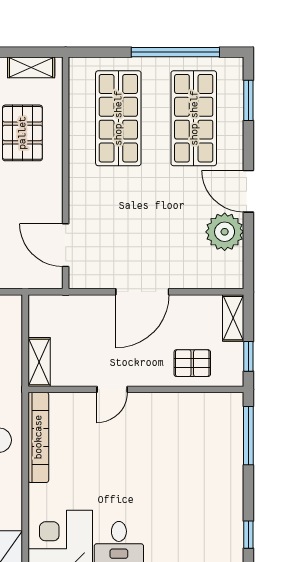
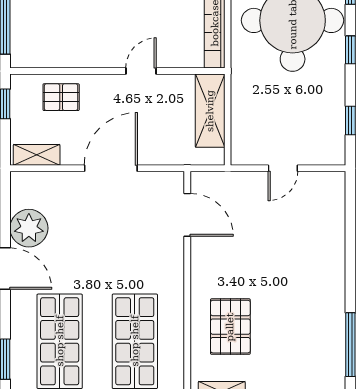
shelving: (233, 318) -> (37, 155), moved, turned 90
shelving: (39, 362) -> (210, 111), width x1.50, depth x1.33

